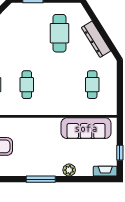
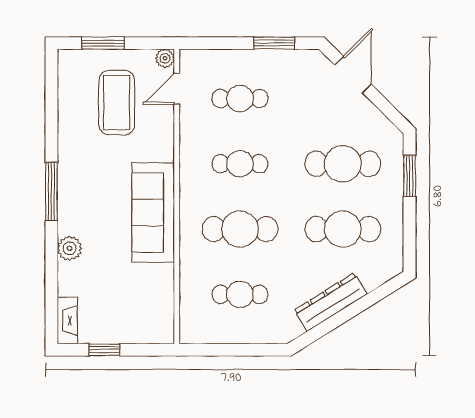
cafe table: (27, 33) -> (343, 164), added
cafe table: (59, 85) -> (240, 229), added
sofa: (86, 128) -> (153, 213), moved

